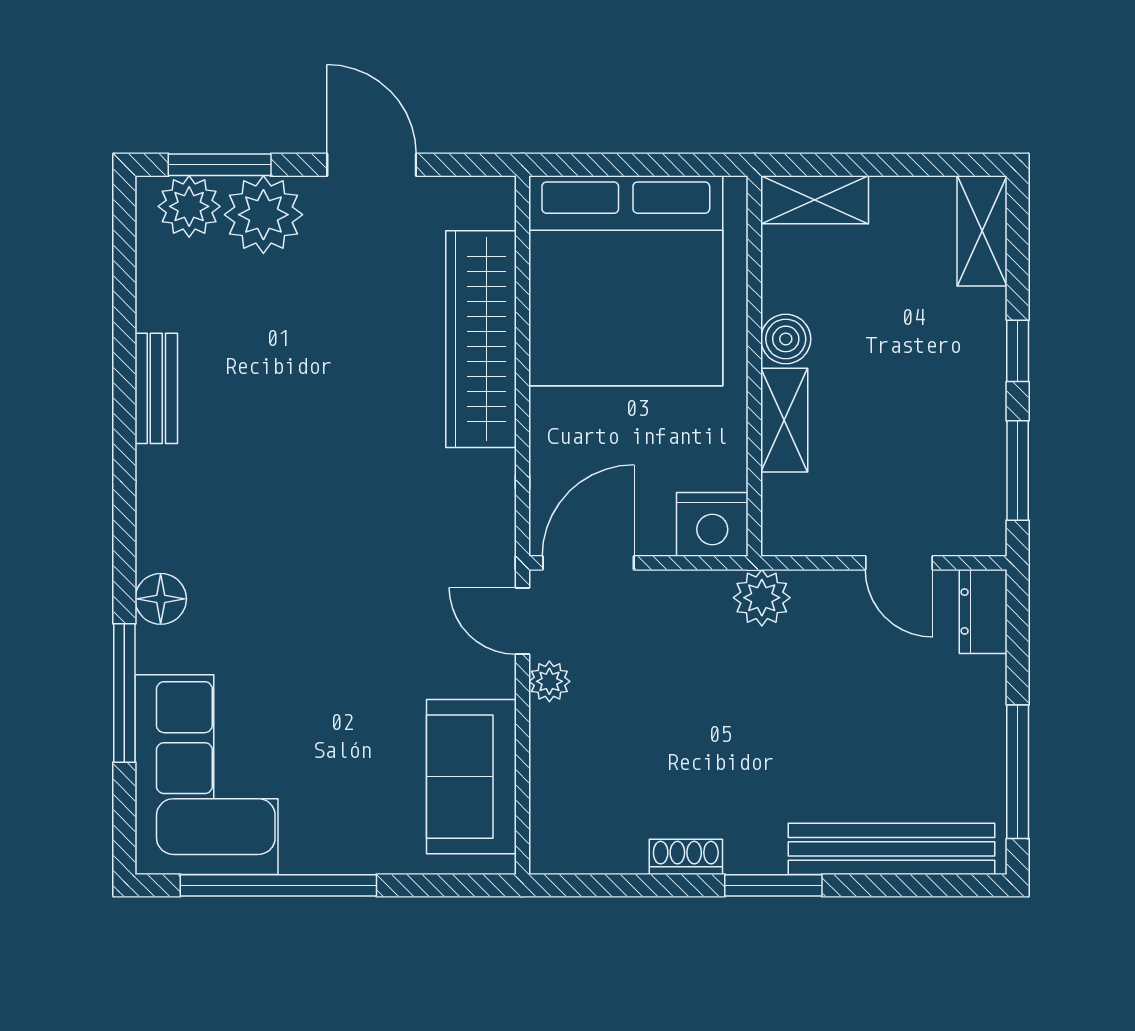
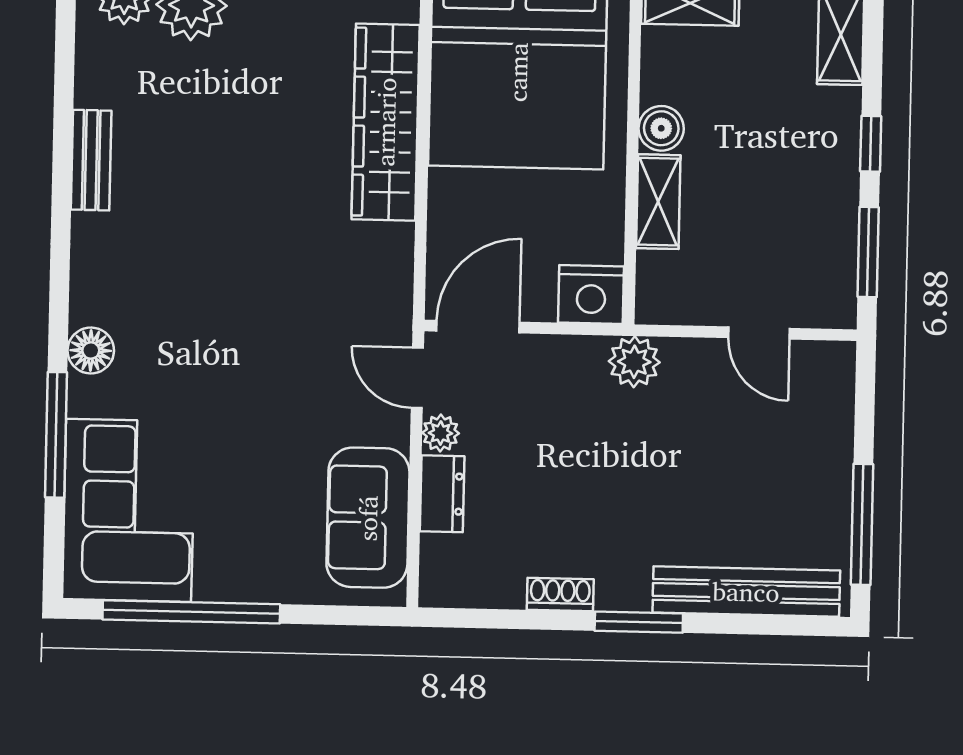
dresser: (983, 612) -> (442, 494), moved, turned 180

